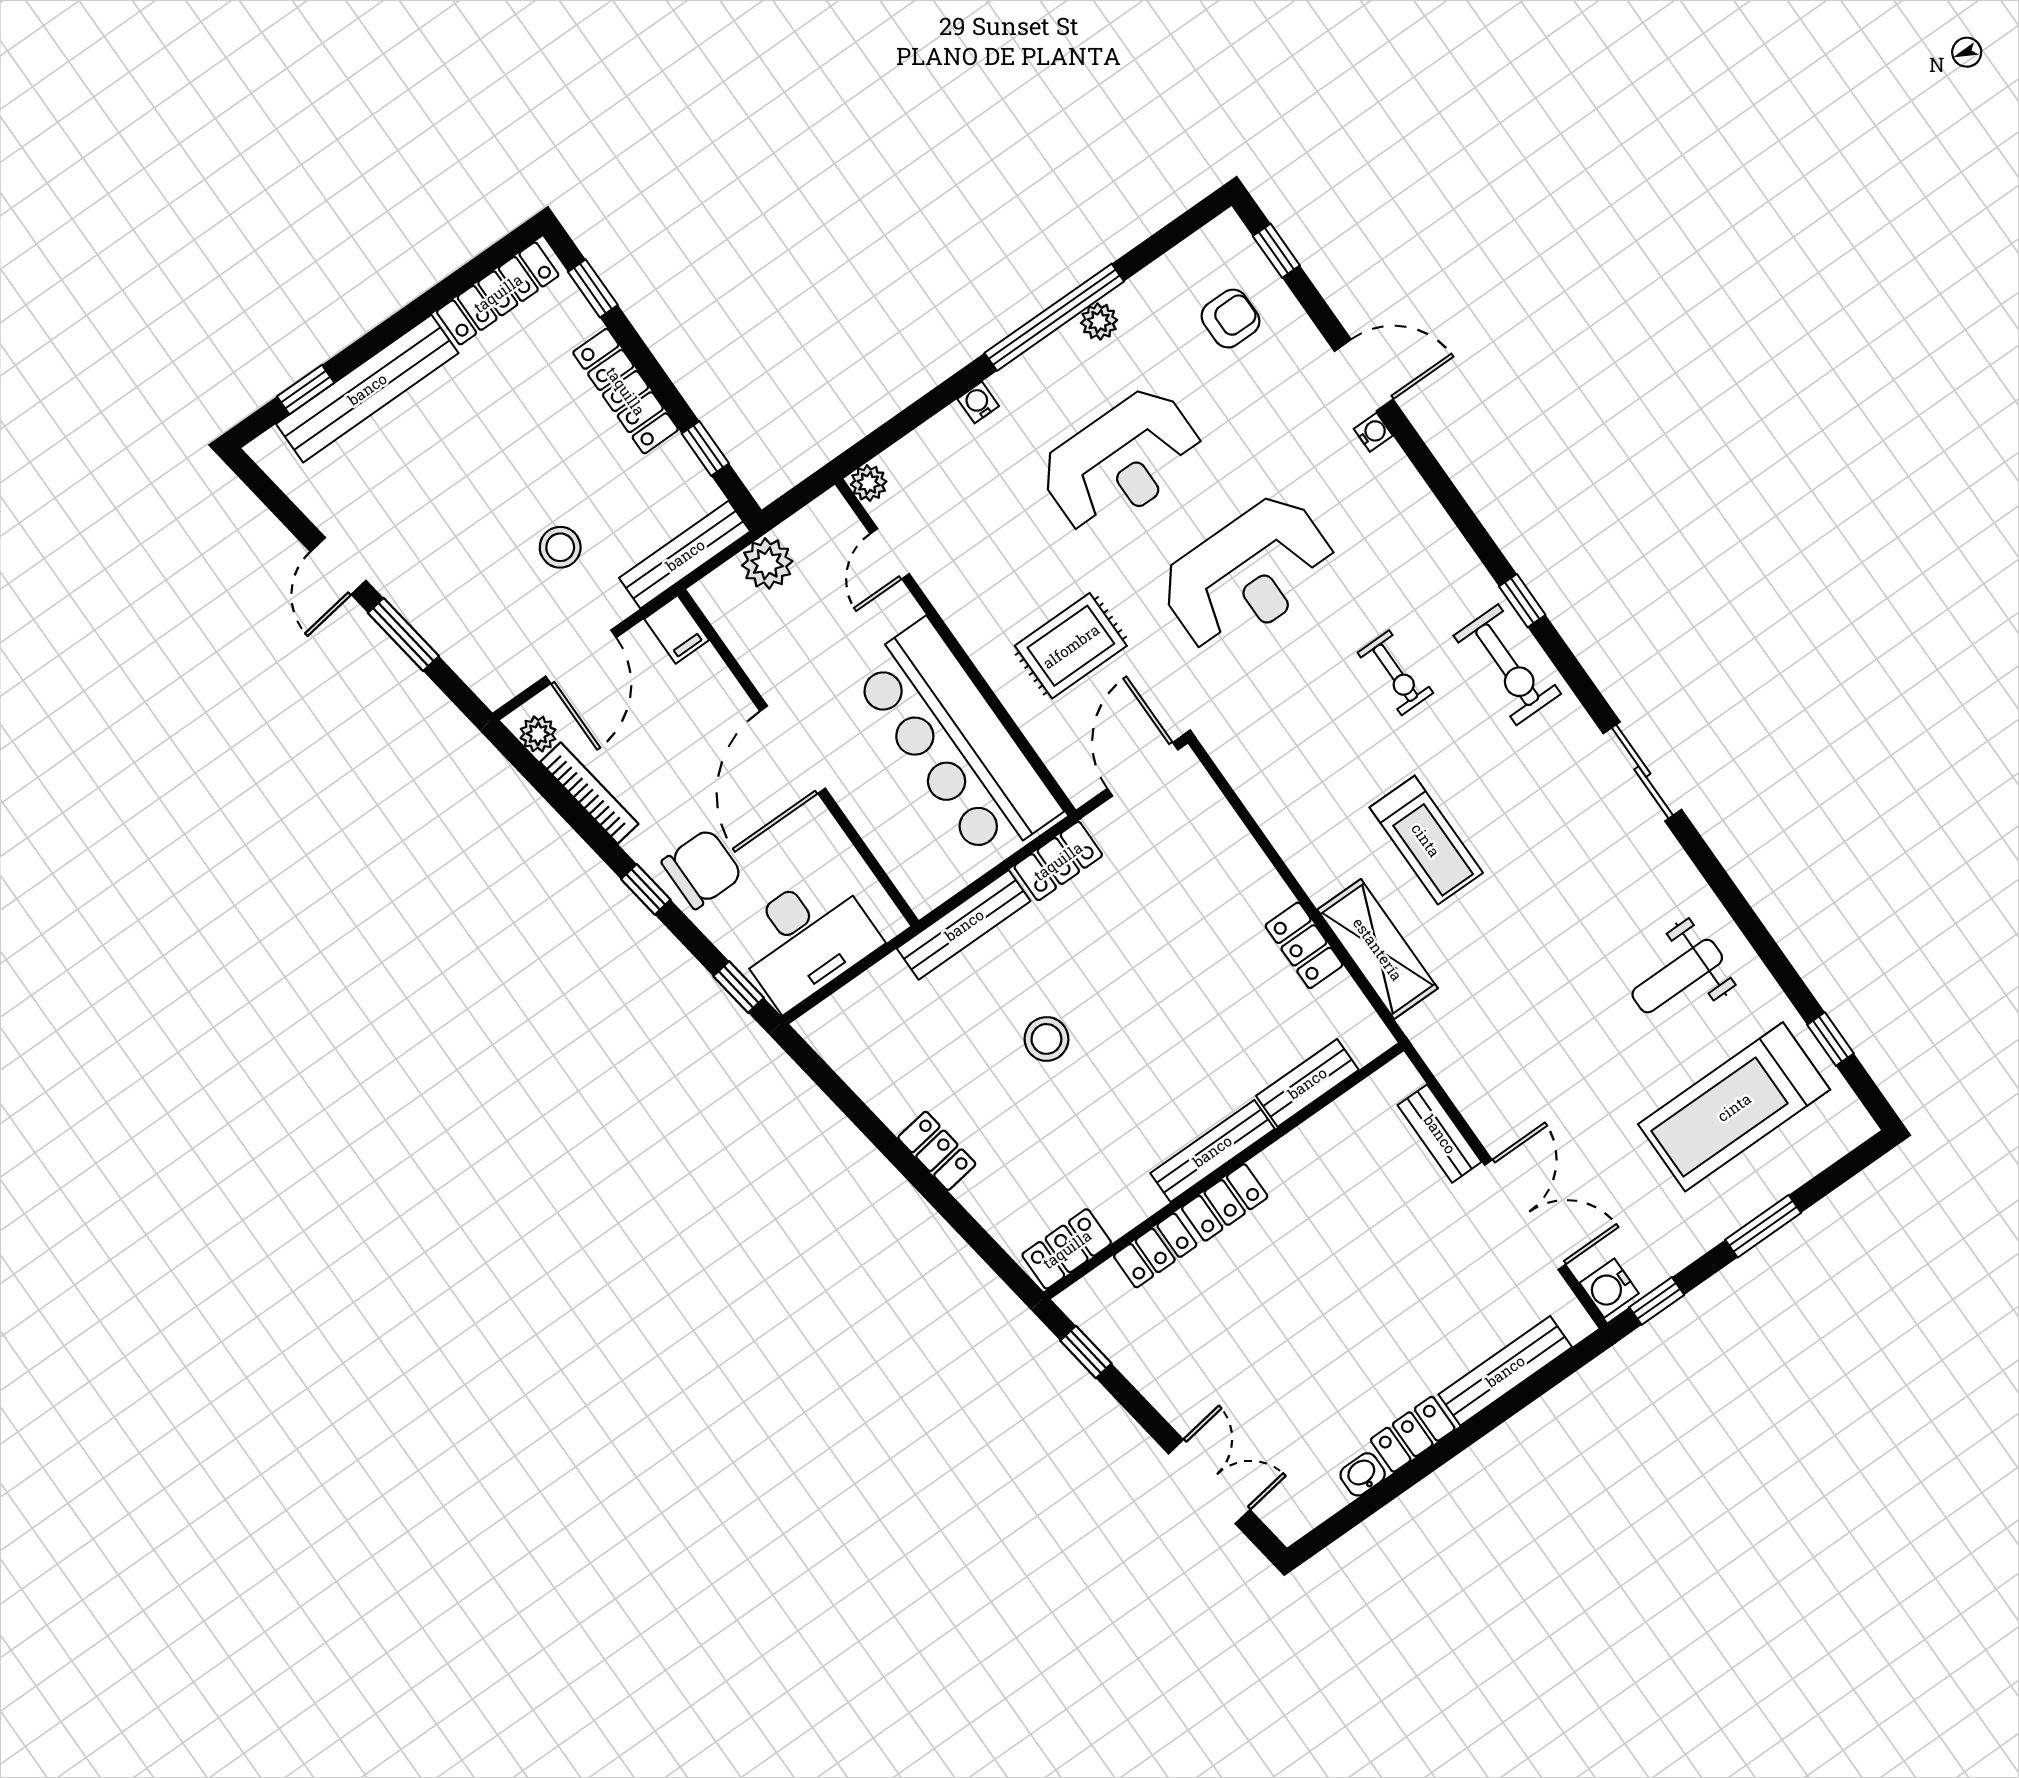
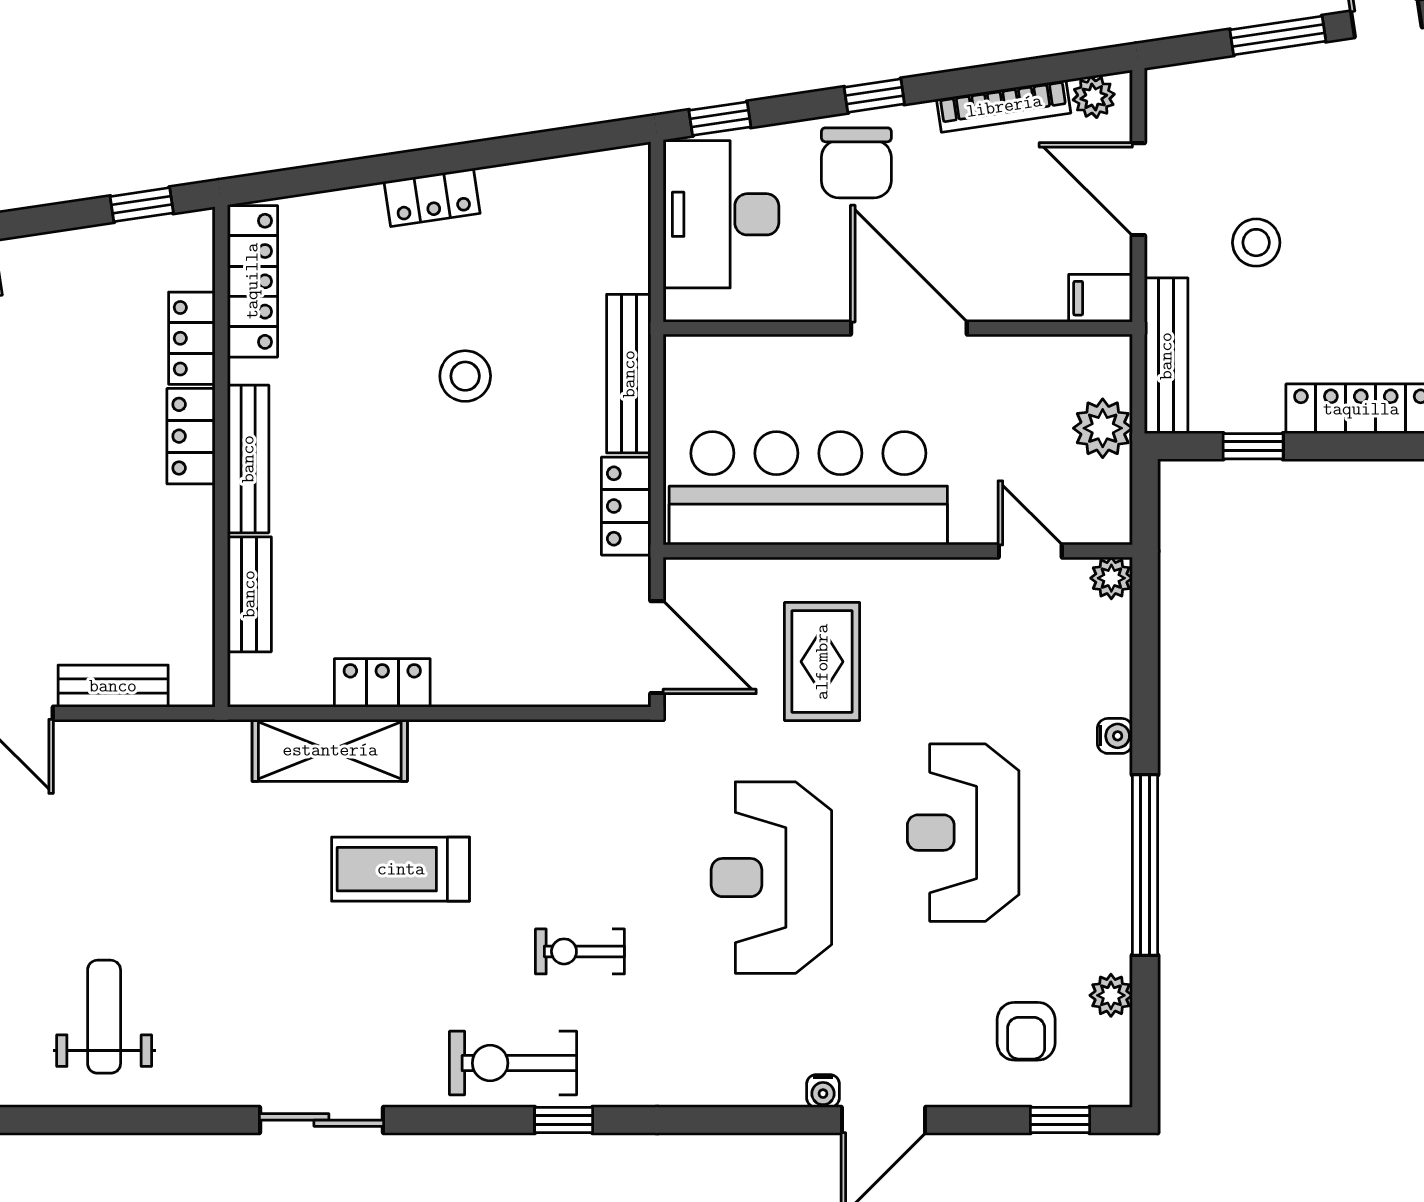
plant: (1099, 321) -> (1111, 995), moved
locker: (1067, 1249) -> (252, 281), width x1.53

